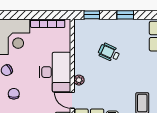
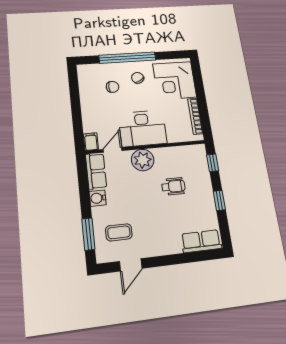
wheelchair: (109, 52) -> (173, 186), turned 65
plant: (79, 80) -> (143, 160), width x1.88, depth x1.88

